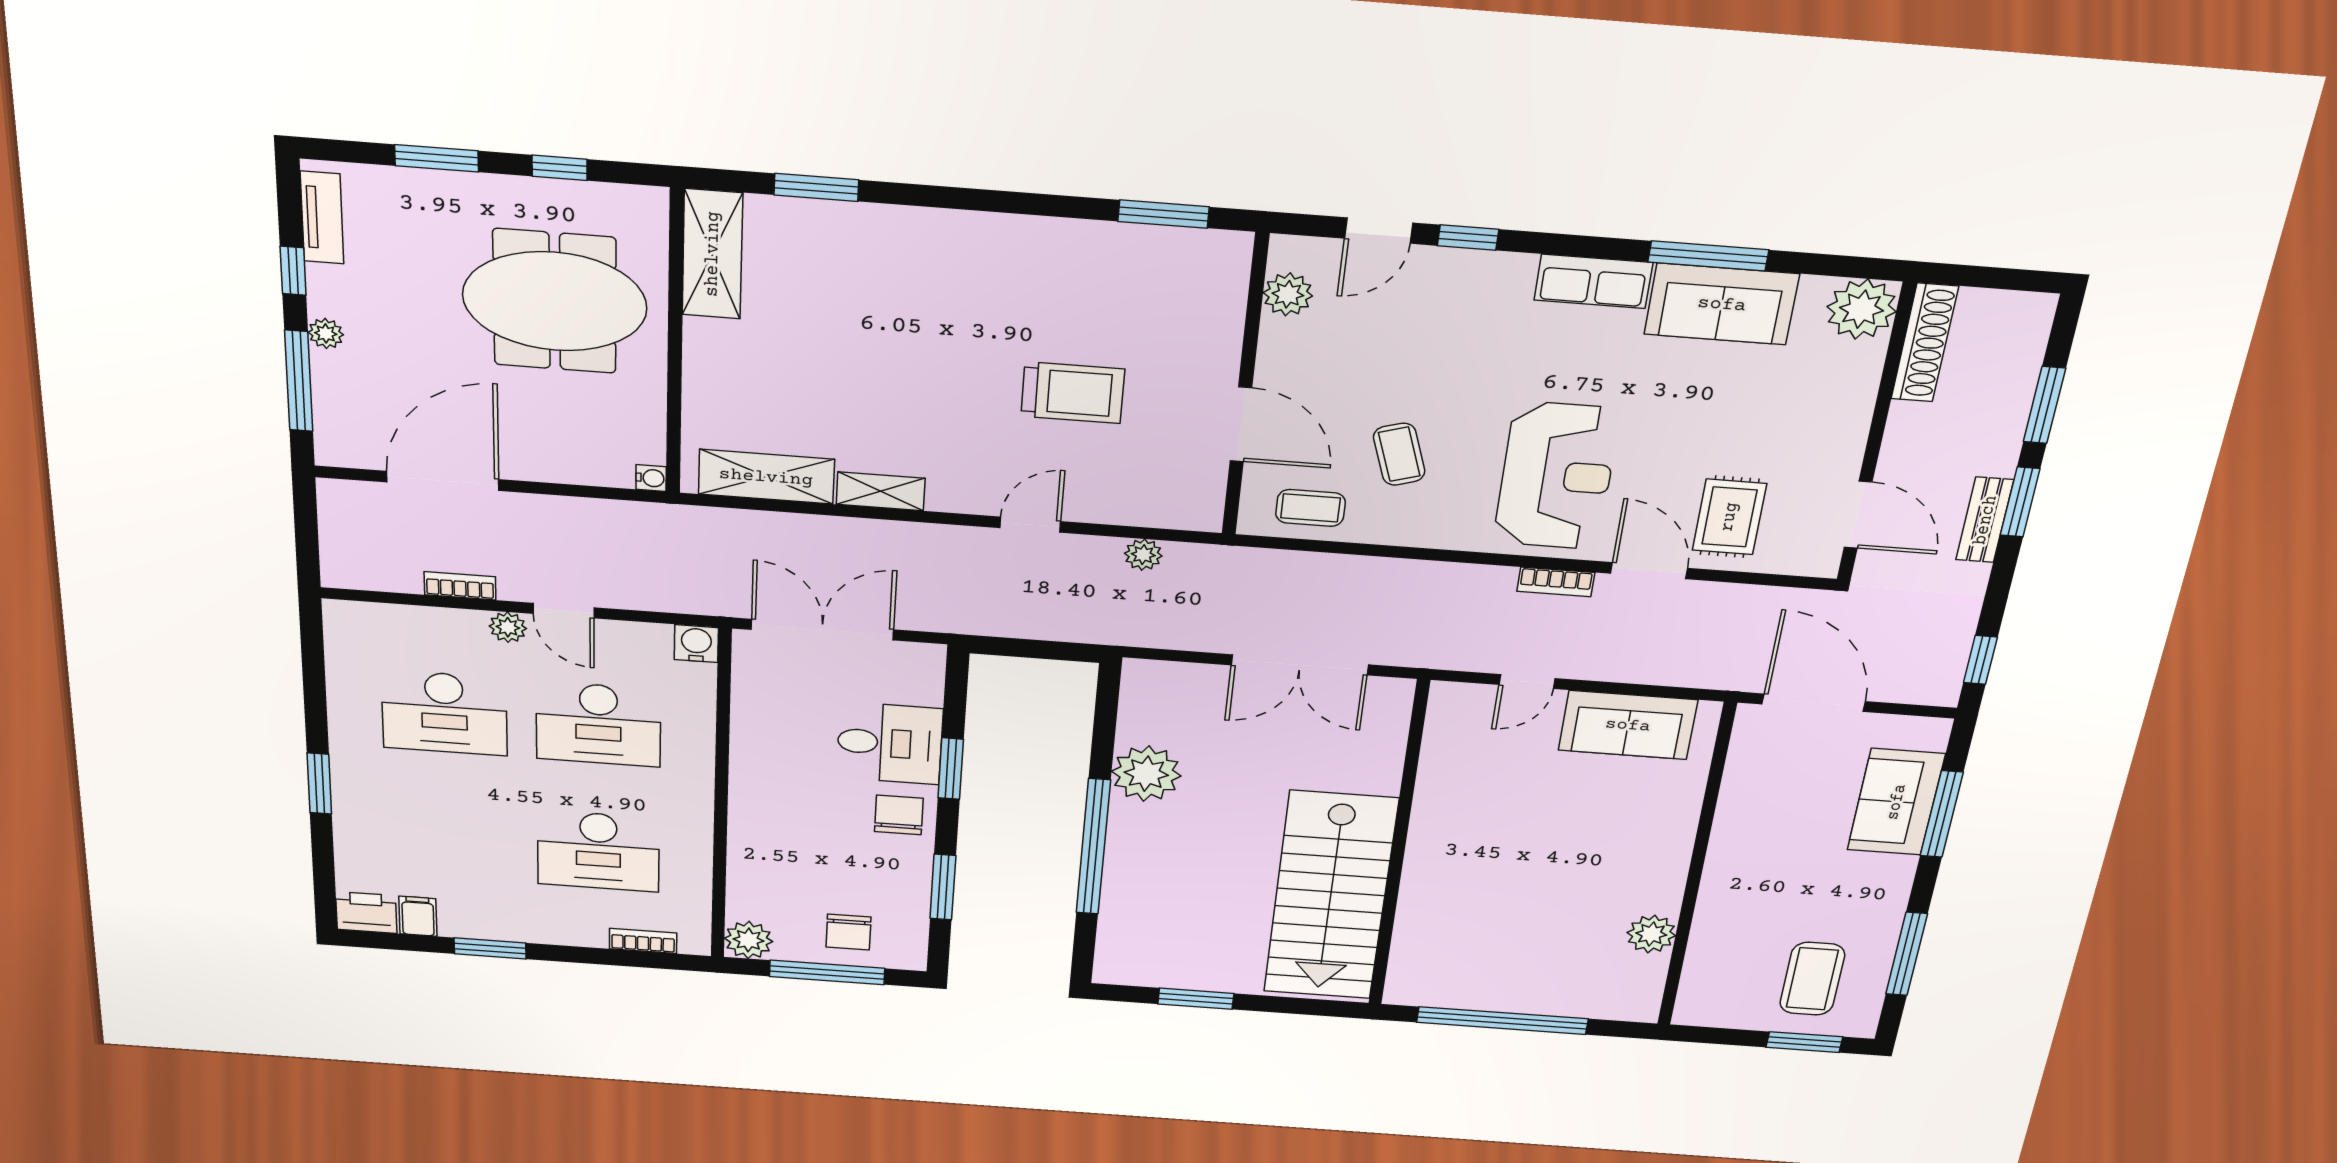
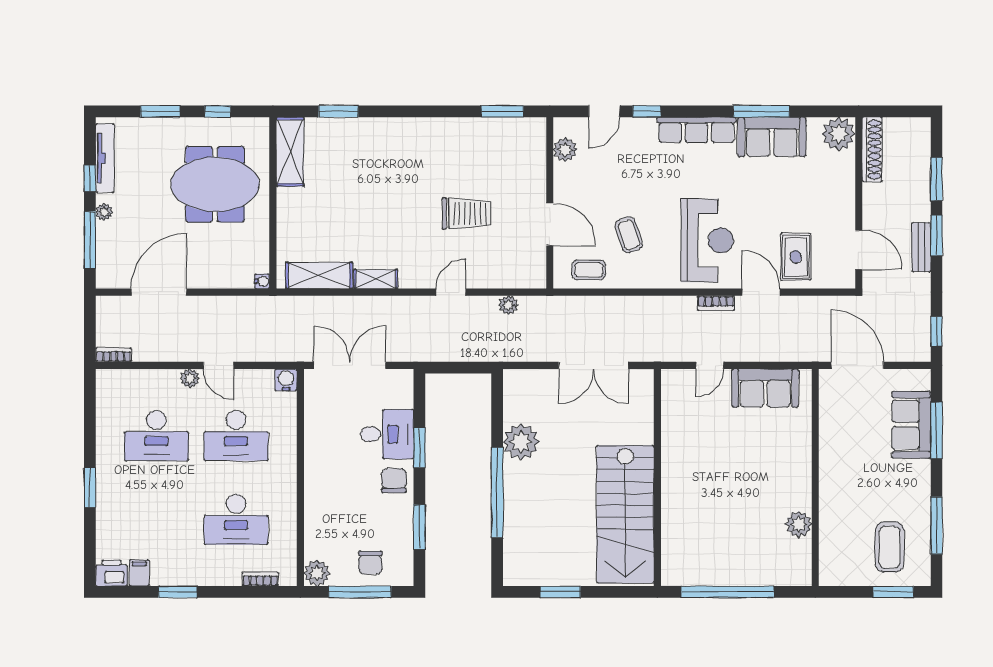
tv unit: (322, 218) -> (105, 158), width x1.41
row of seats: (1593, 281) -> (696, 130), width x1.48
bookcase: (460, 586) -> (114, 355), moved

